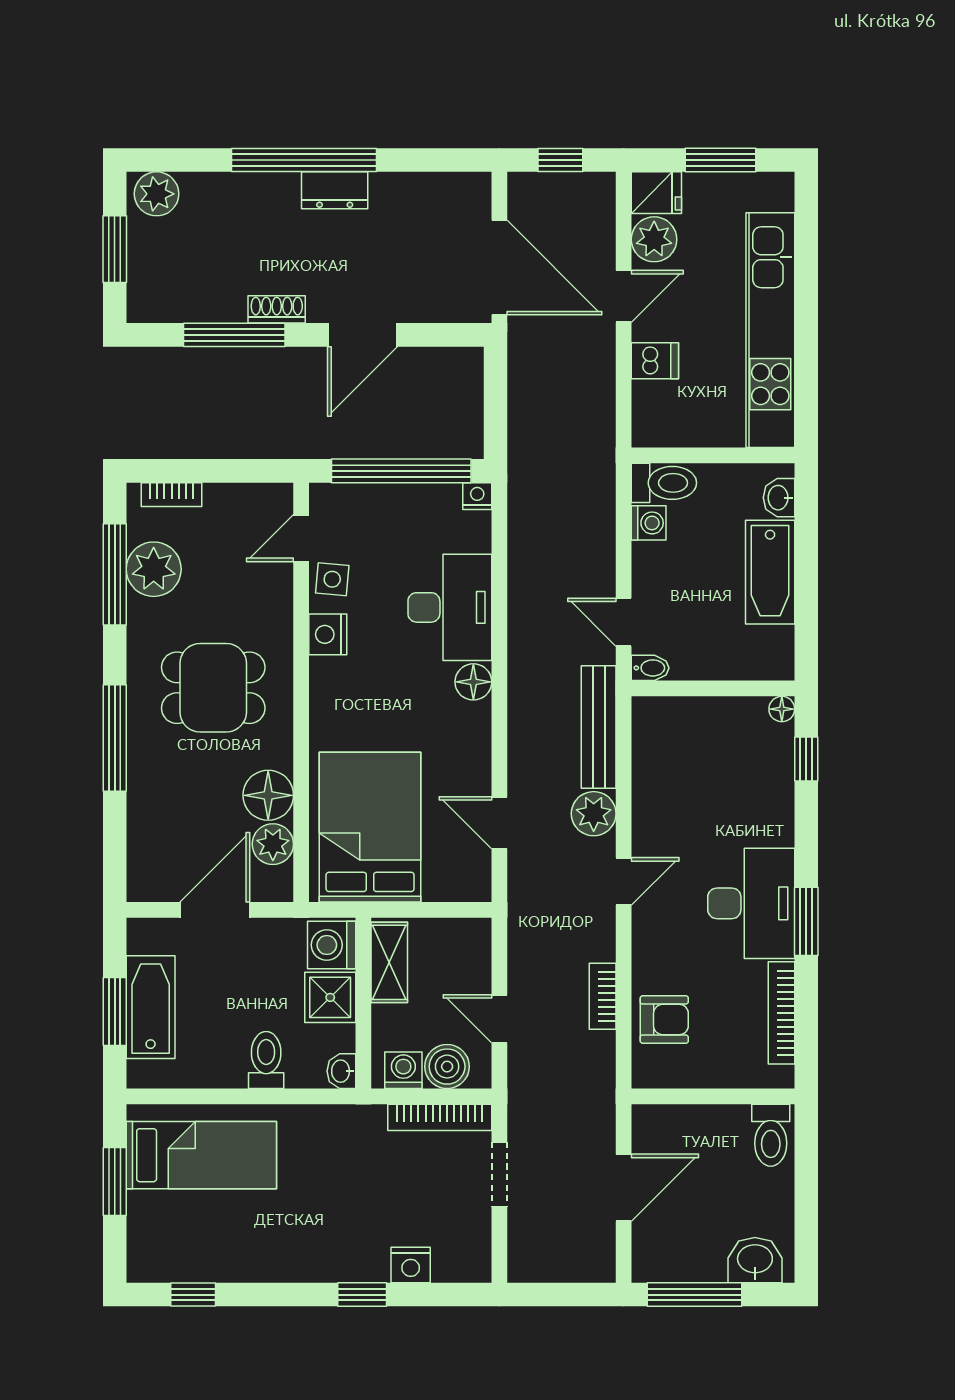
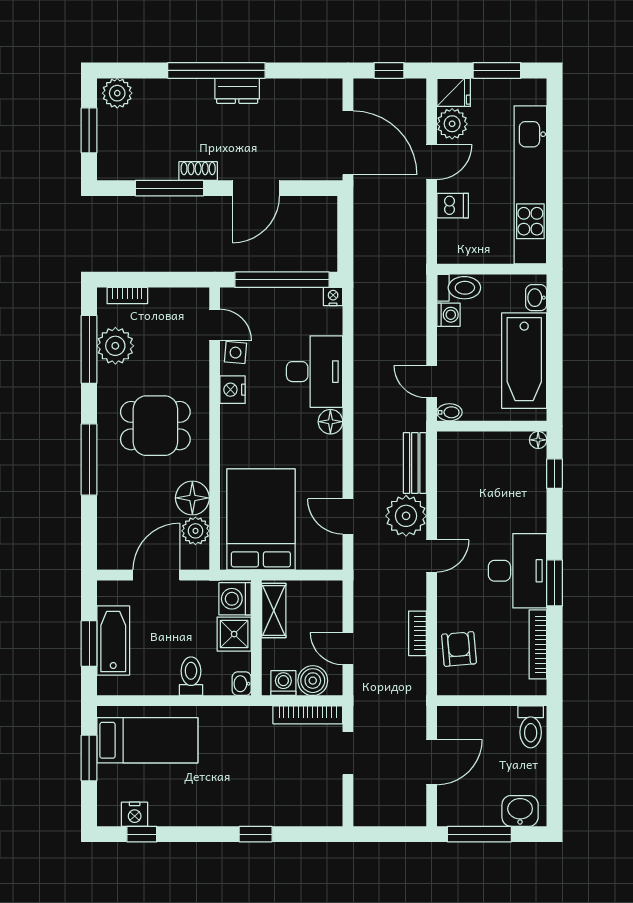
door: (301, 538) -> (215, 325), swing flipped
bathtub: (770, 572) -> (524, 361), width x1.36, depth x1.36
bench: (599, 727) -> (415, 463), width x0.73
plant: (594, 814) -> (406, 516), width x1.36, depth x1.36
armchair: (664, 1020) -> (459, 649), turned -95
nightstand: (411, 1265) -> (135, 814), moved

